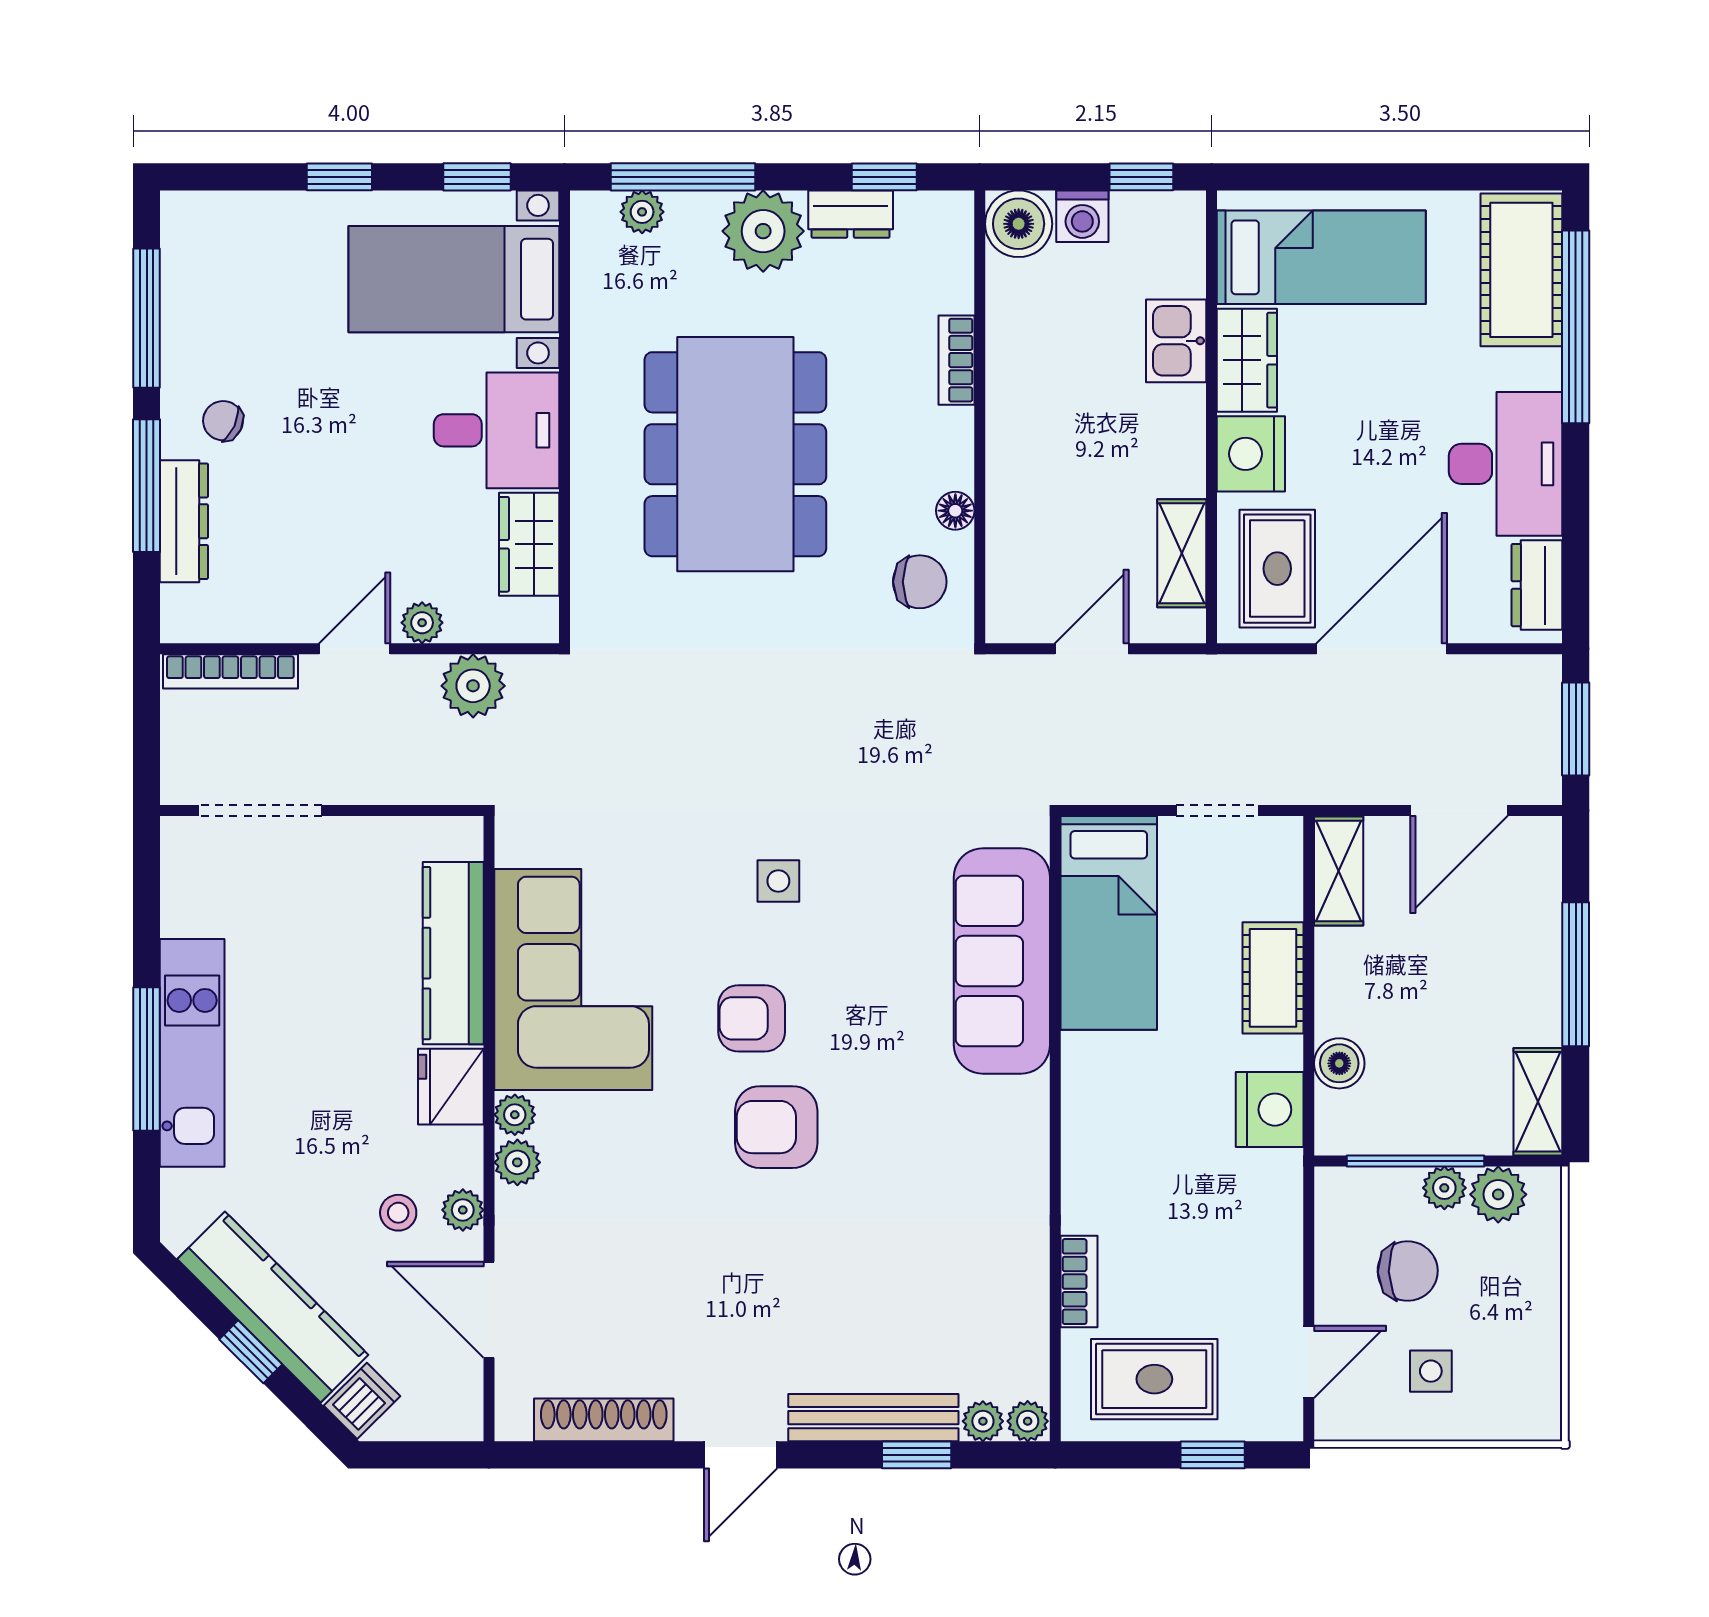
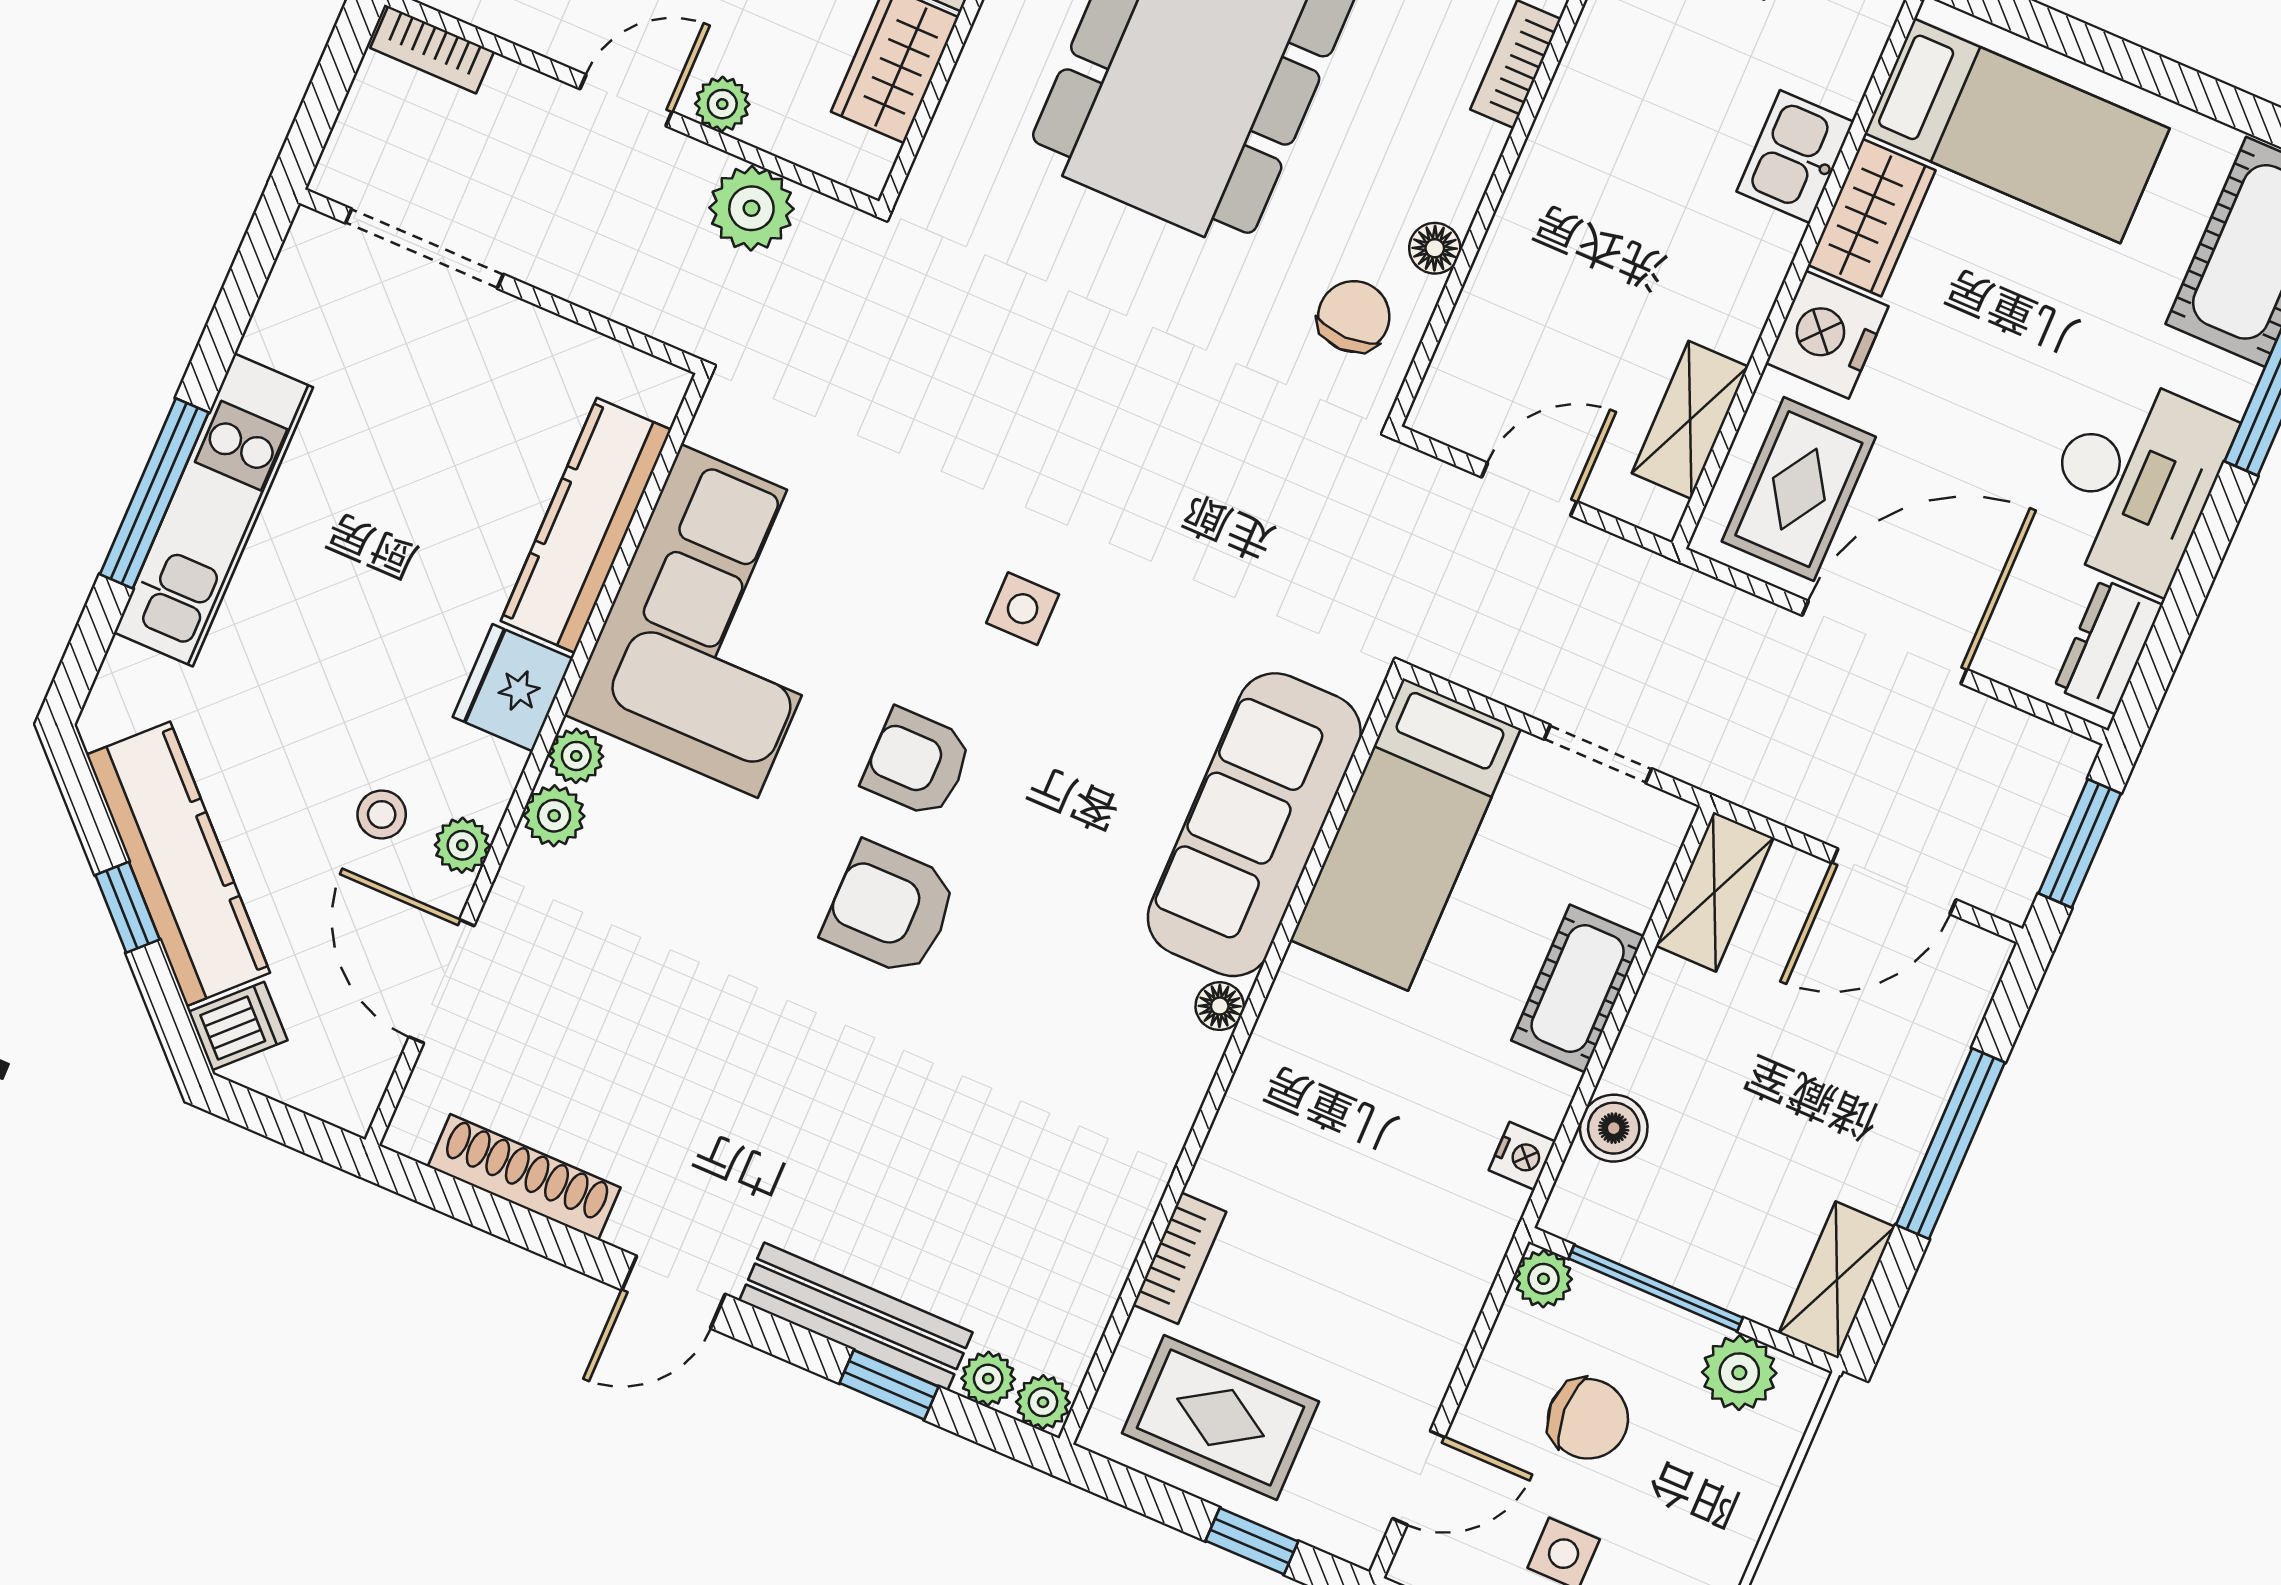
chair: (920, 582) -> (1354, 317), turned -90
bookcase: (230, 671) -> (432, 50), width x0.64
floor lamp: (1032, 1096) -> (1220, 1006), added
nightstand: (1270, 1110) -> (1522, 1156), width x0.53, depth x0.56
plant: (1444, 1188) -> (1543, 1279), moved

